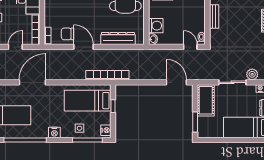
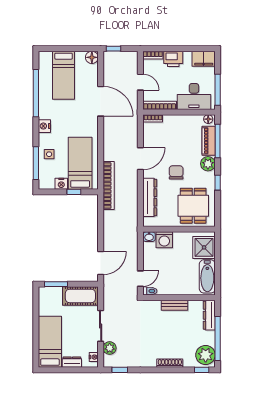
chair: (68, 34) -> (176, 172), moved
nightstand: (106, 130) -> (61, 184), moved

